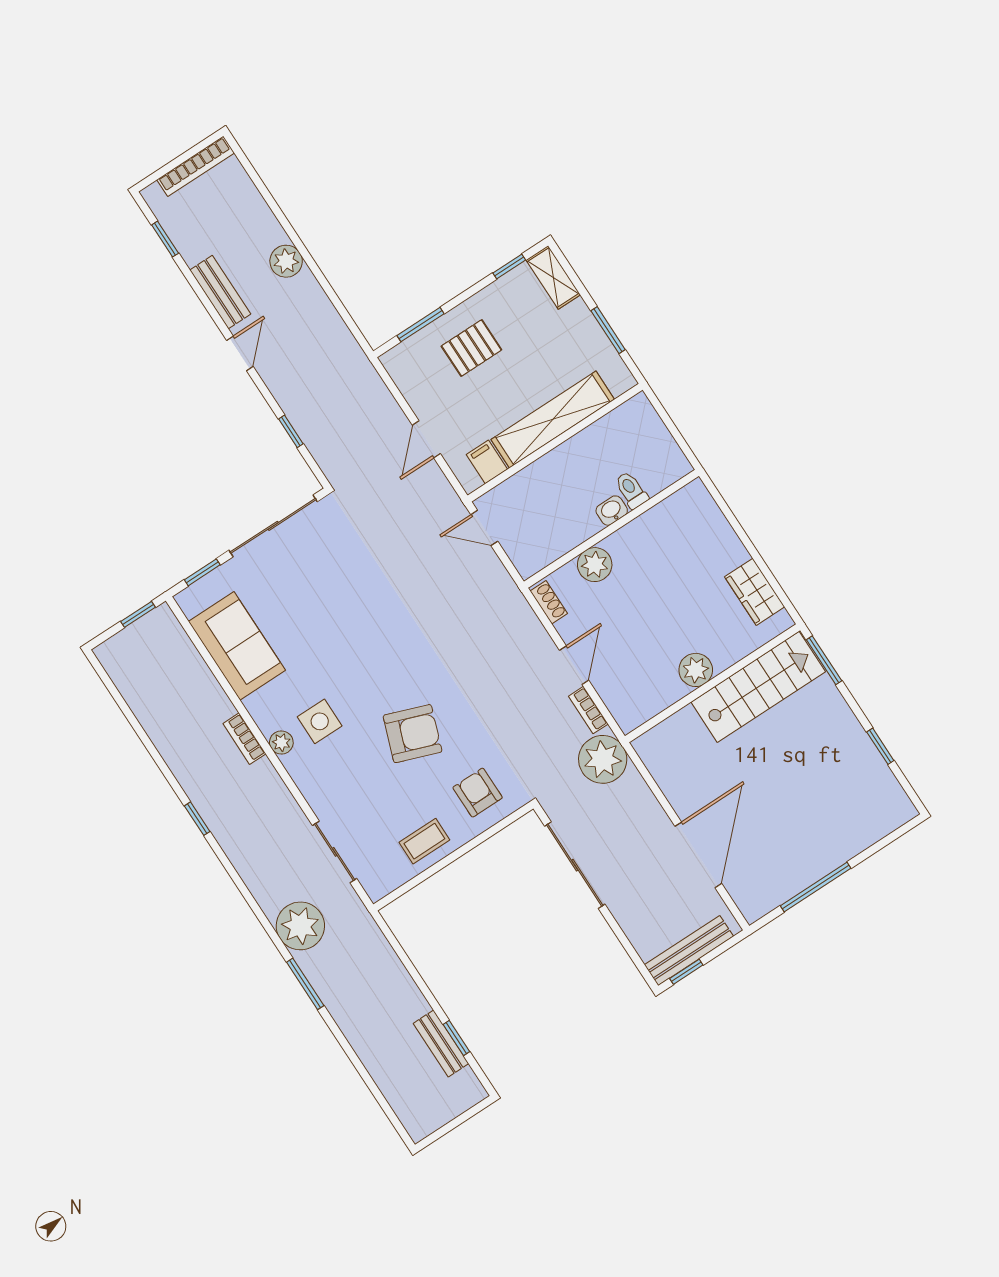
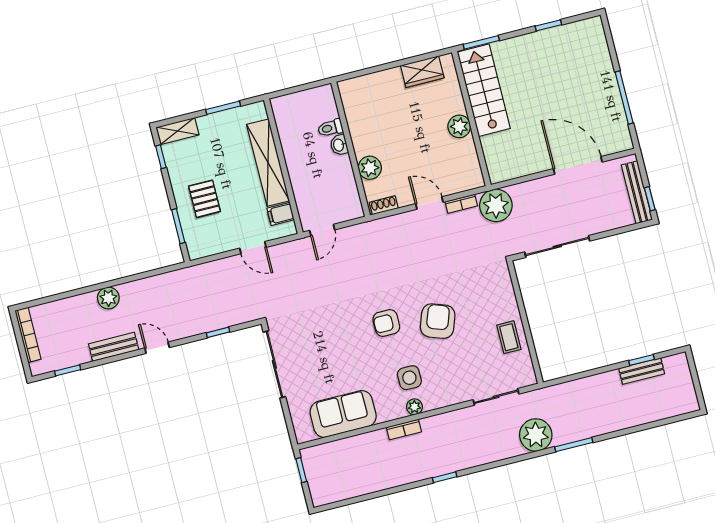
window: (202, 572) -> (288, 420), removed
armchair: (478, 793) -> (386, 323), moved

